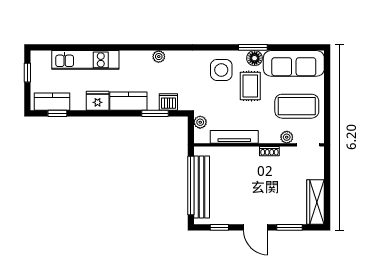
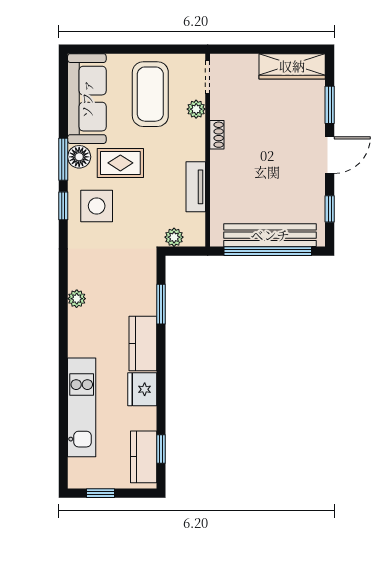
window: (221, 47) -> (63, 206), added
dishwasher: (168, 102) -> (144, 284), removed
tv unit: (234, 137) -> (196, 187), width x0.71

